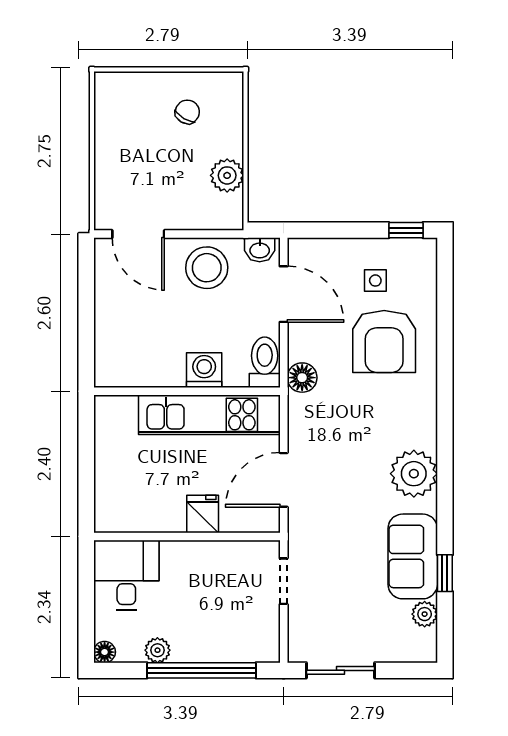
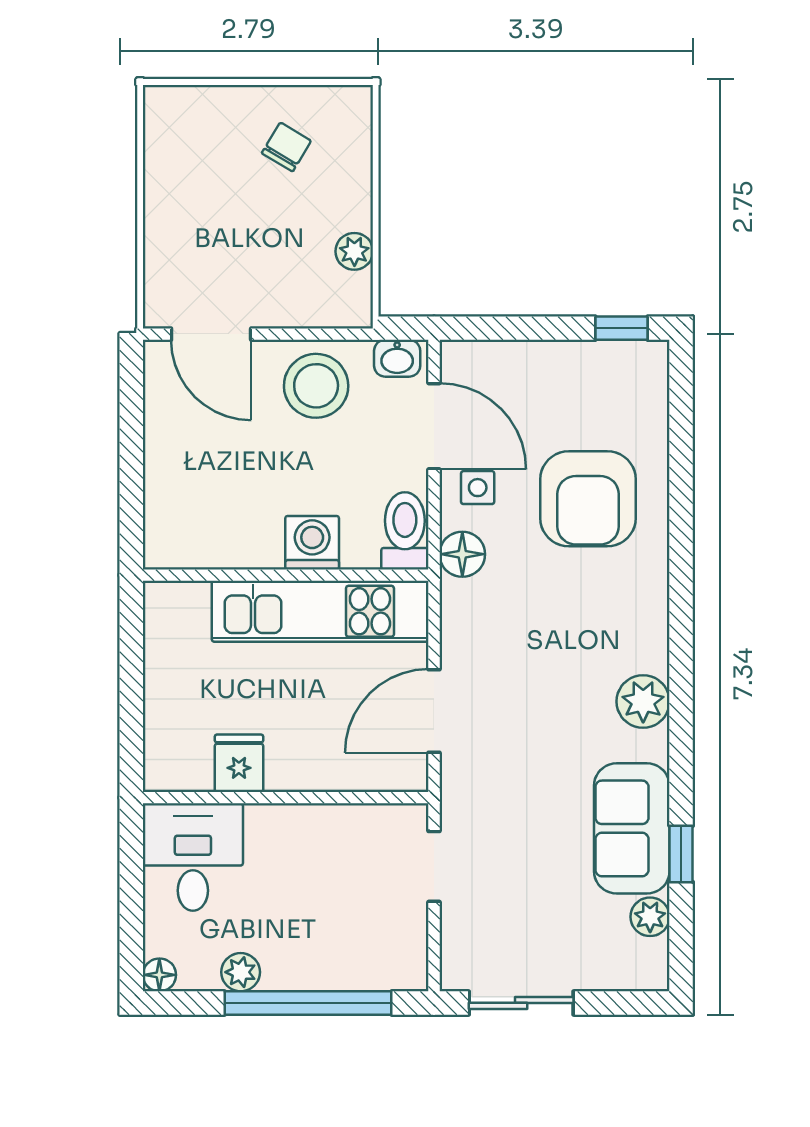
plant: (227, 175) -> (354, 251), width x0.73, depth x0.73
side table: (375, 281) -> (478, 488), moved
plant: (414, 474) -> (643, 701), width x0.73, depth x0.73
fridge: (203, 514) -> (239, 763), moved

